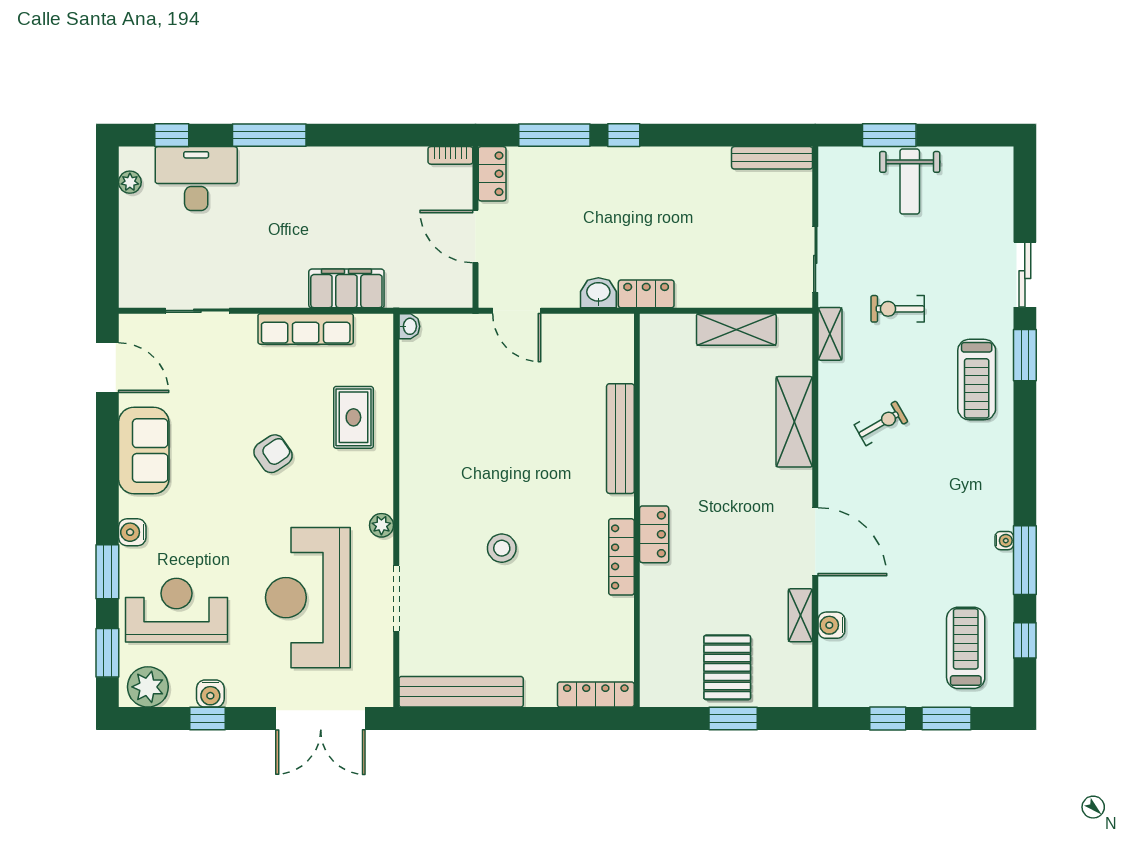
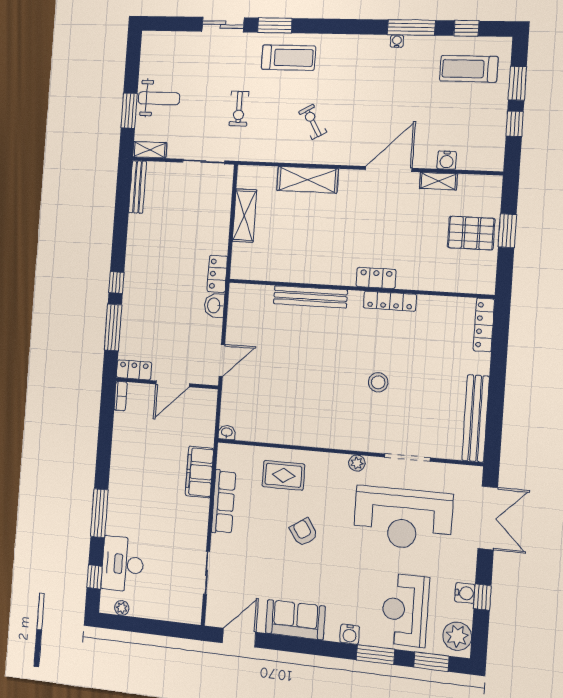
shelving: (830, 334) -> (150, 150), moved

